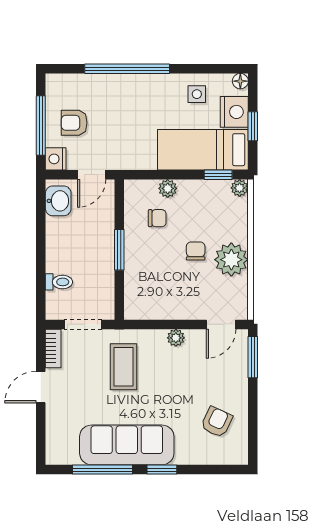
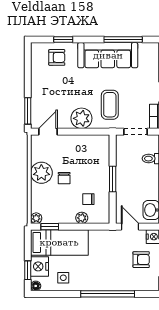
window: (253, 126) -> (28, 270), moved
door: (92, 175) -> (130, 227), hinge flipped
plant: (176, 338) -> (81, 118), width x1.88, depth x1.88
armchair: (217, 422) -> (57, 57), moved, turned -115
window: (162, 470) -> (63, 40), moved

